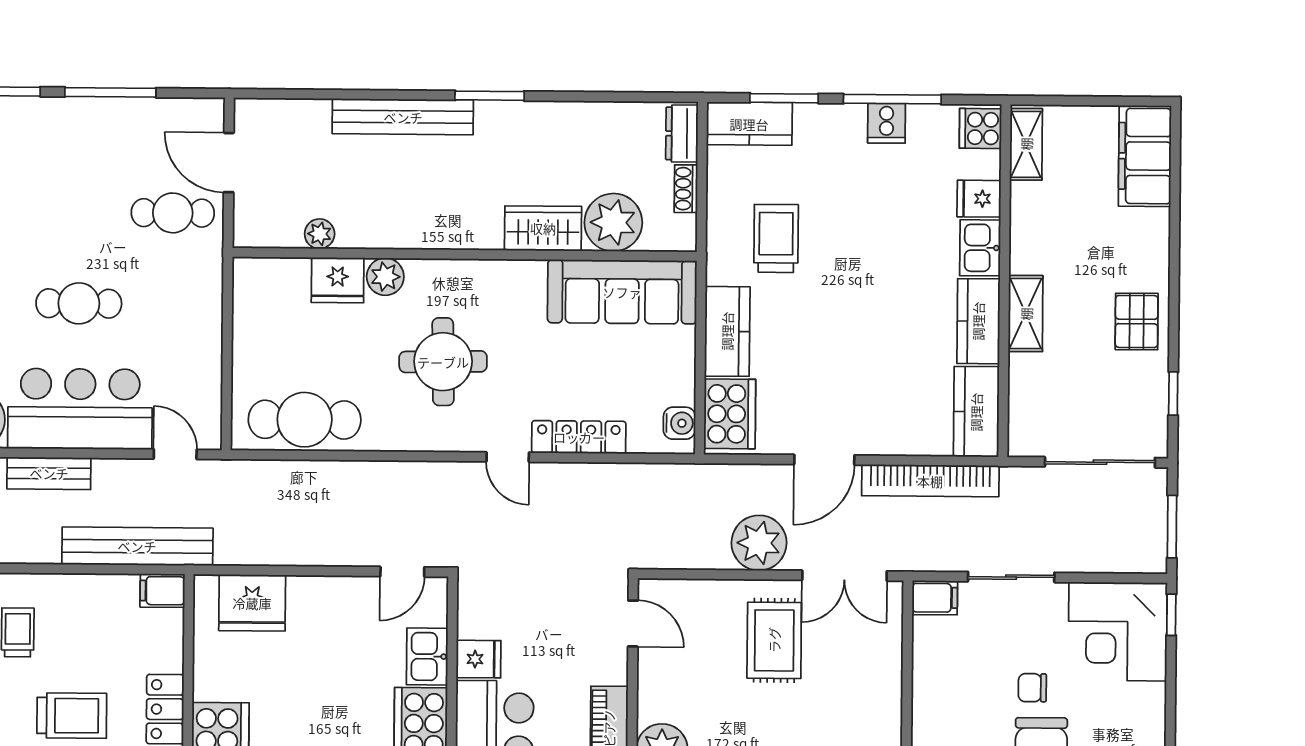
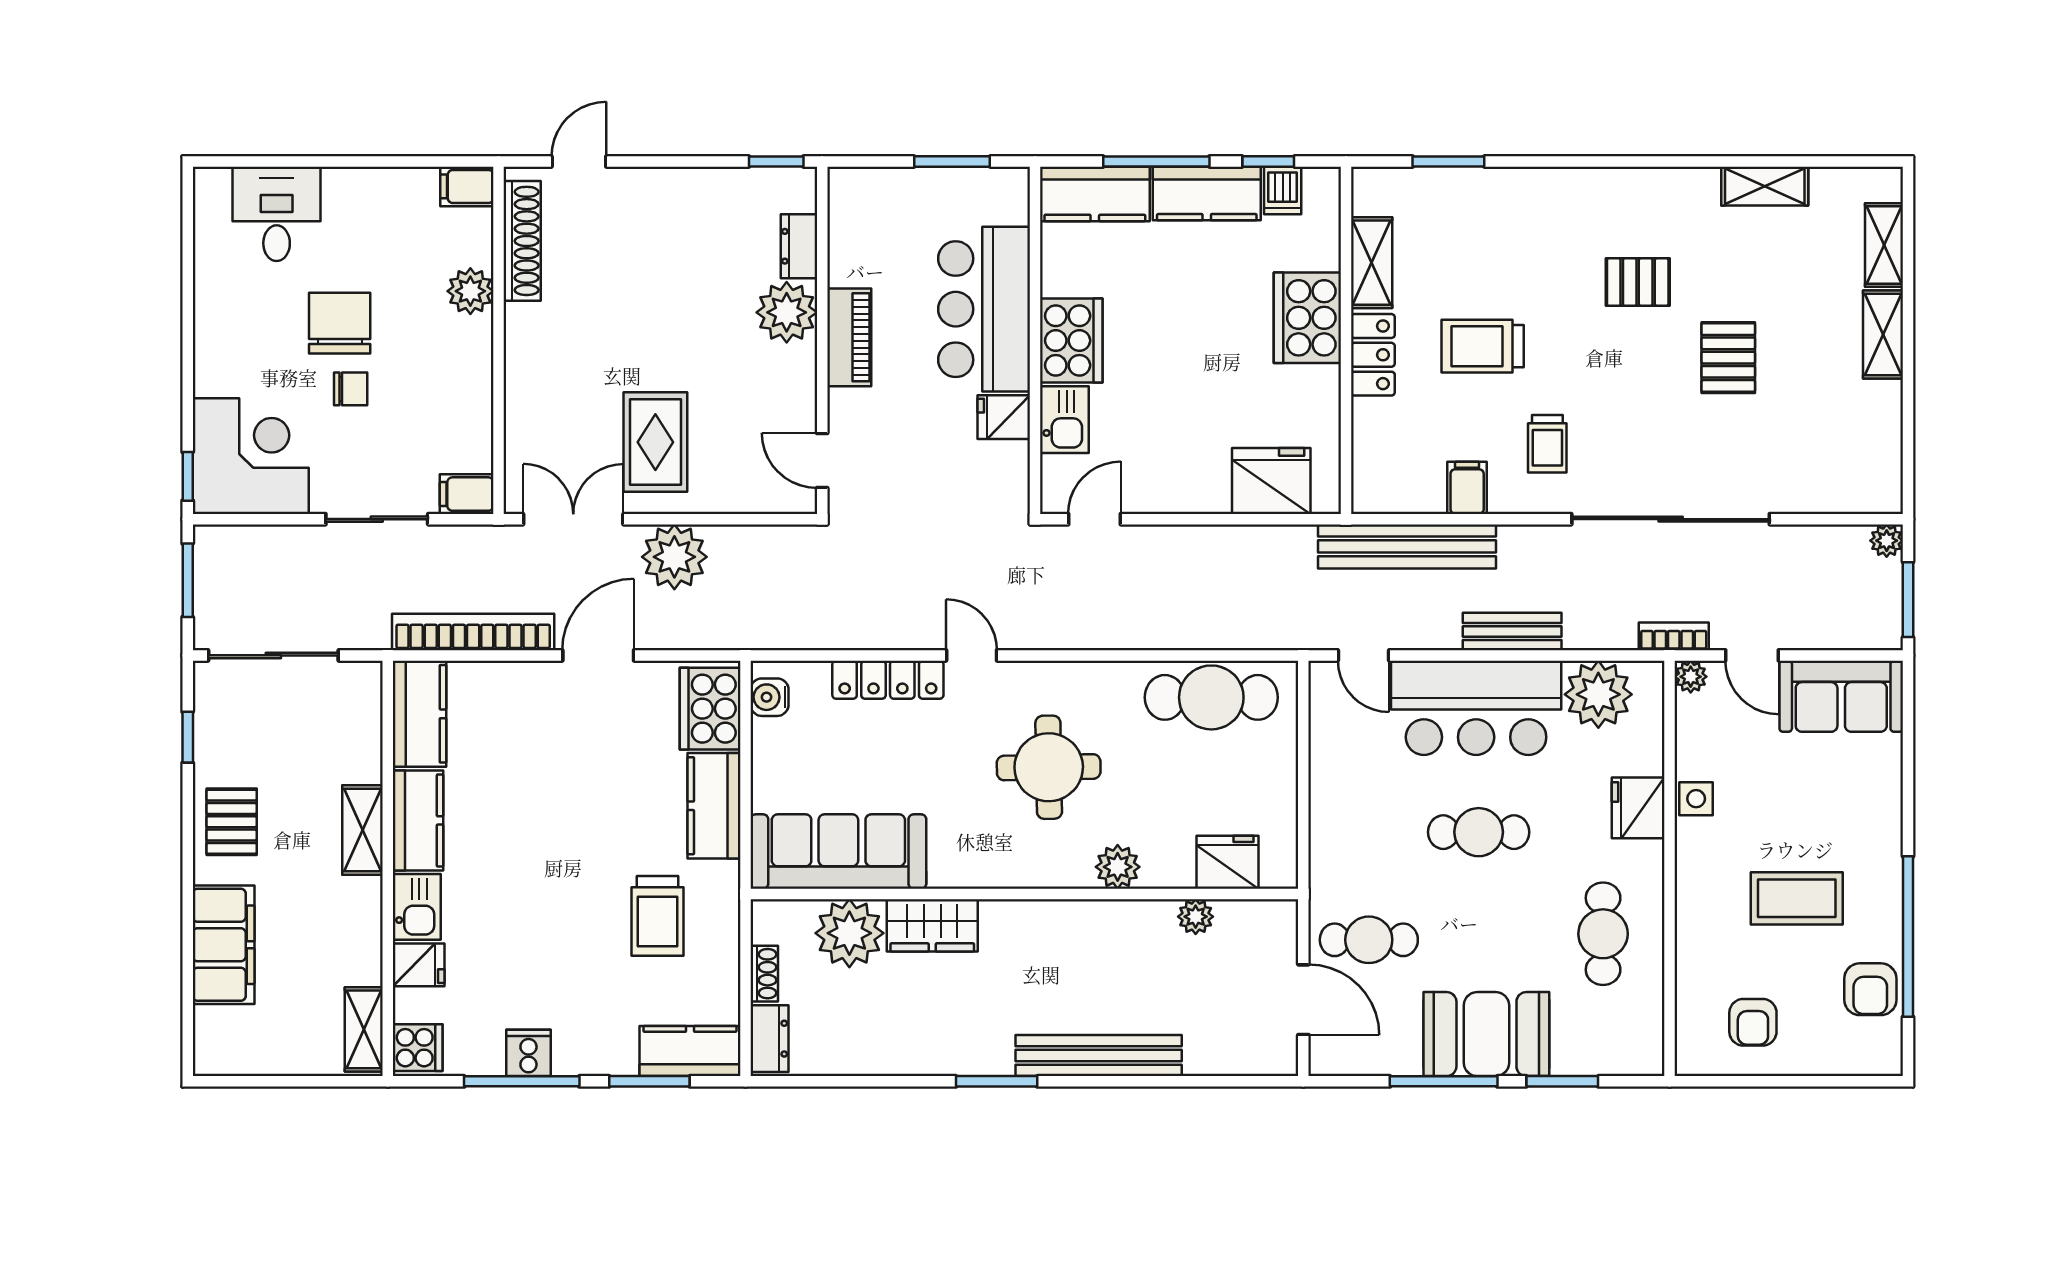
booth: (74, 132) -> (1486, 1034), added
filing cabinet: (1145, 156) -> (224, 945), moved
fridge: (338, 280) -> (1228, 862), moved
filing cabinet: (162, 591) -> (1467, 488), moved, turned -90

